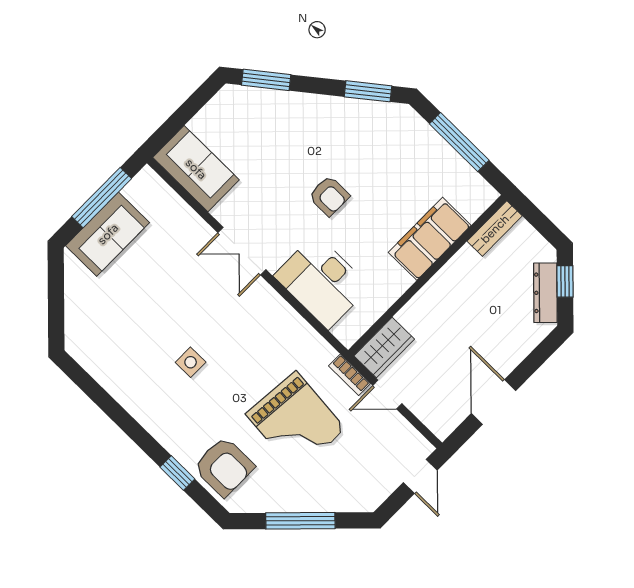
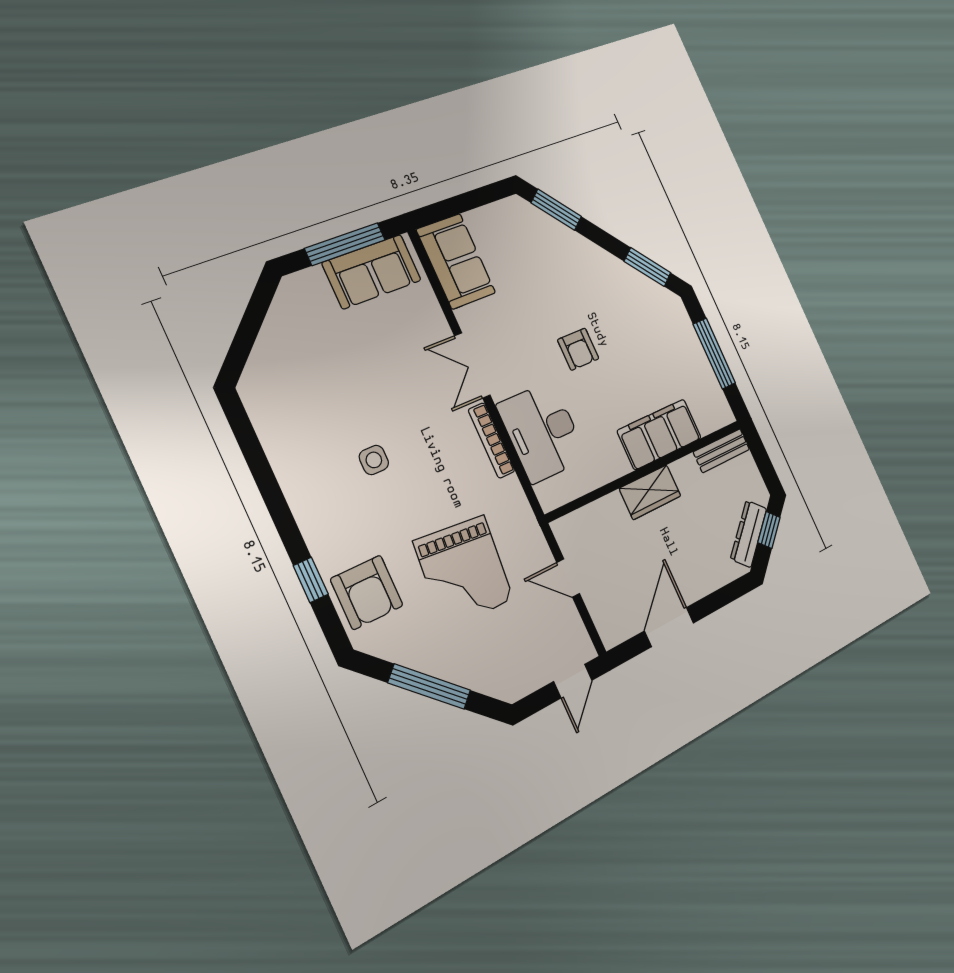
sofa: (108, 234) -> (372, 272), moved
wardrobe: (384, 348) -> (650, 492), moved
bookcase: (349, 375) -> (491, 440), moved, width x1.56

